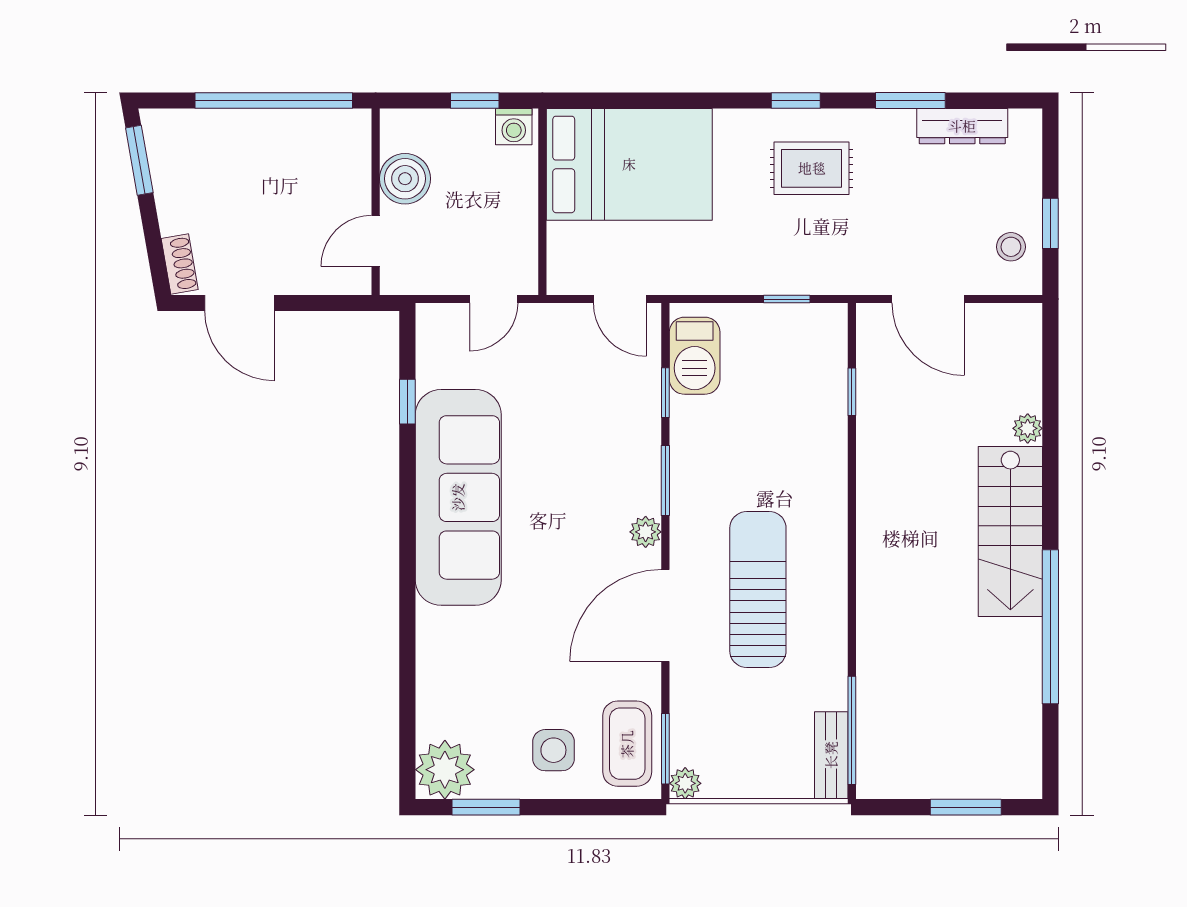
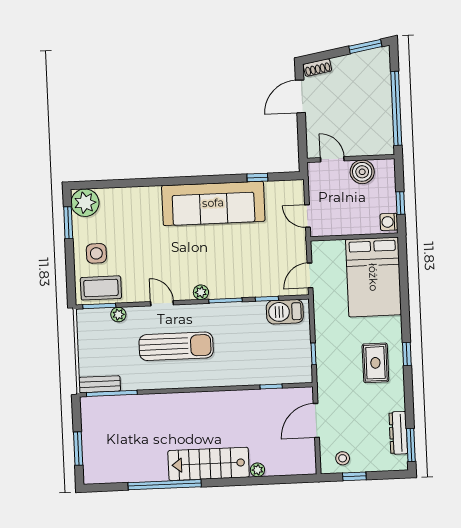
window: (910, 101) -> (411, 445), moved
door: (665, 616) -> (162, 303), width x0.53
plant: (685, 783) -> (118, 315), moved

